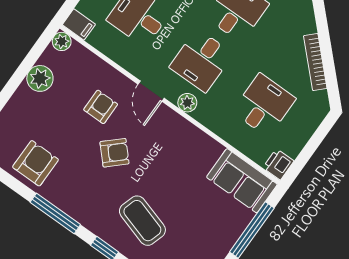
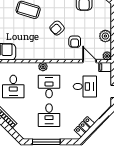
door: (151, 91) -> (90, 61), moved

